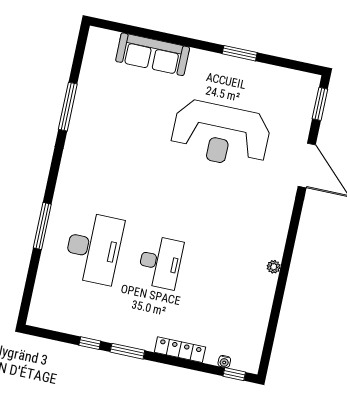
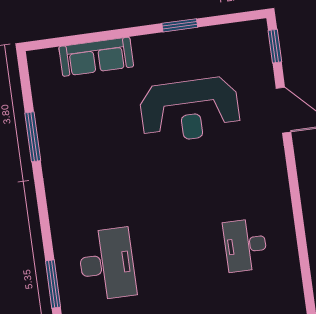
window: (42, 226) -> (53, 284), moved
desk: (160, 262) -> (245, 245), moved, turned 180
plant: (274, 267) -> (287, 219), removed

